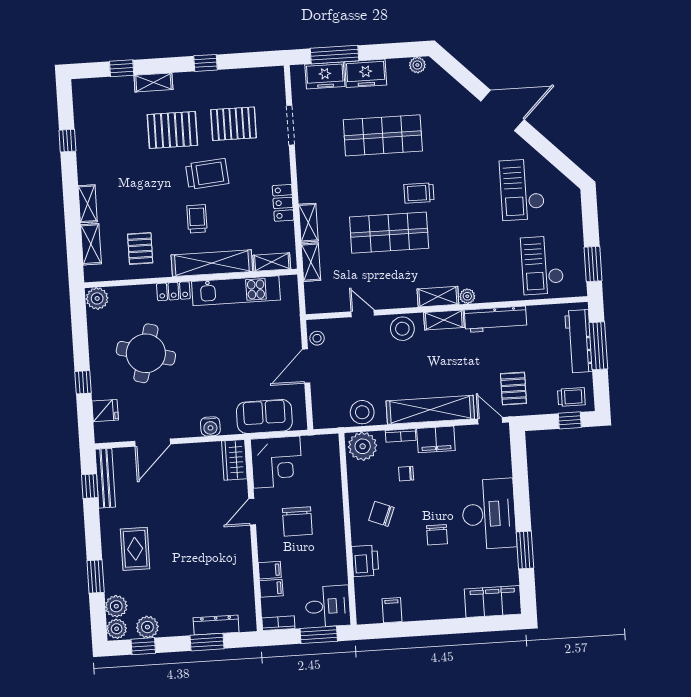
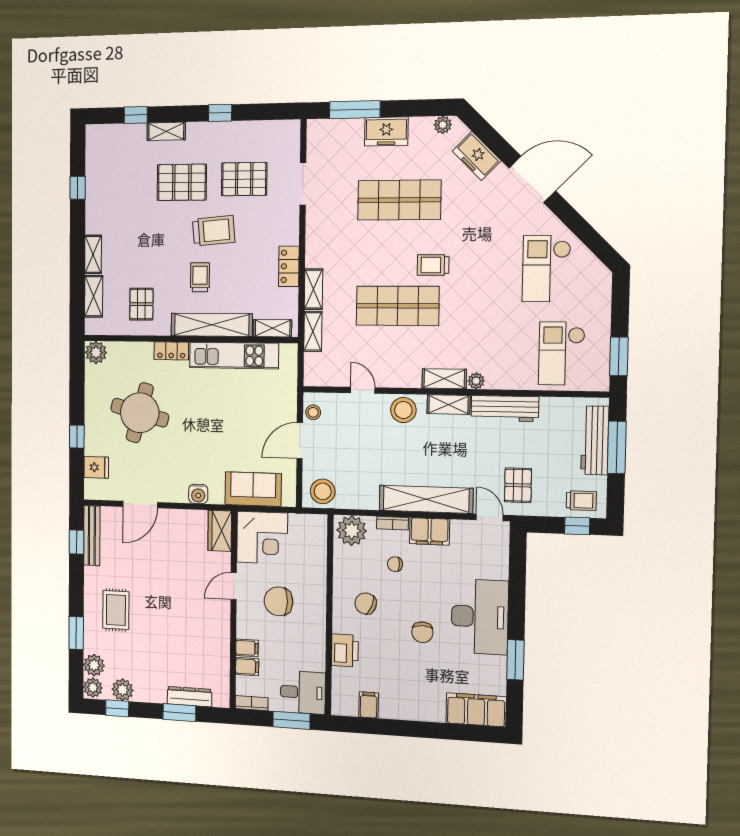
freezer: (325, 75) -> (477, 156), moved, turned 45
stool: (362, 412) -> (323, 491), moved
chair: (297, 521) -> (278, 601), turned 90

